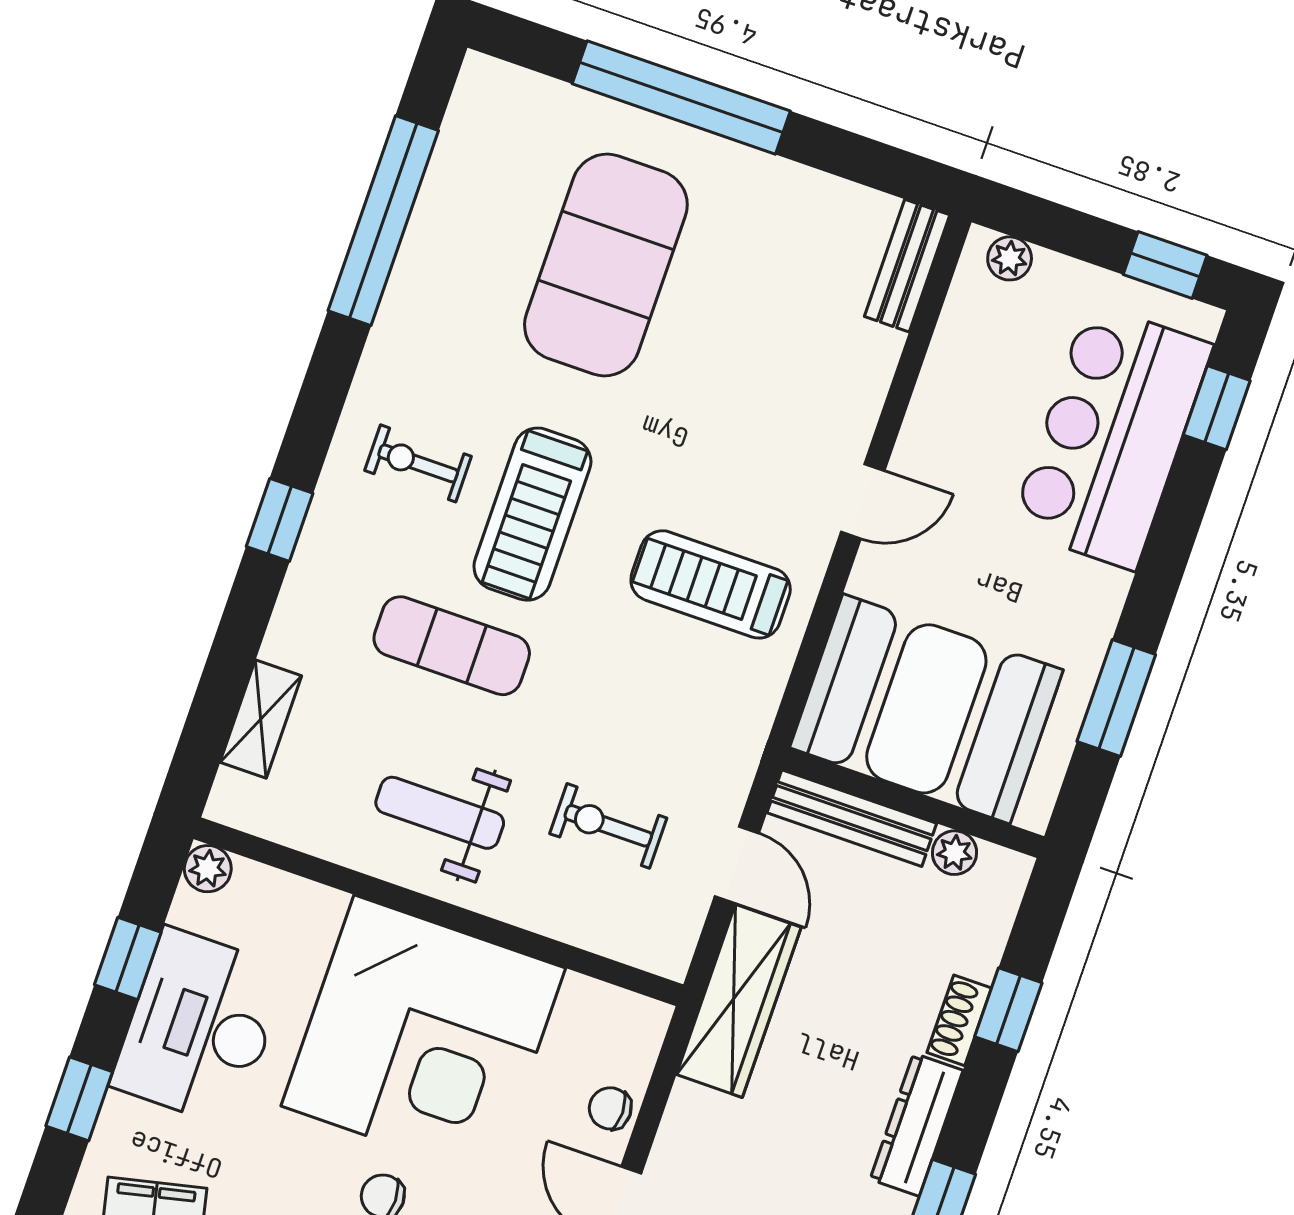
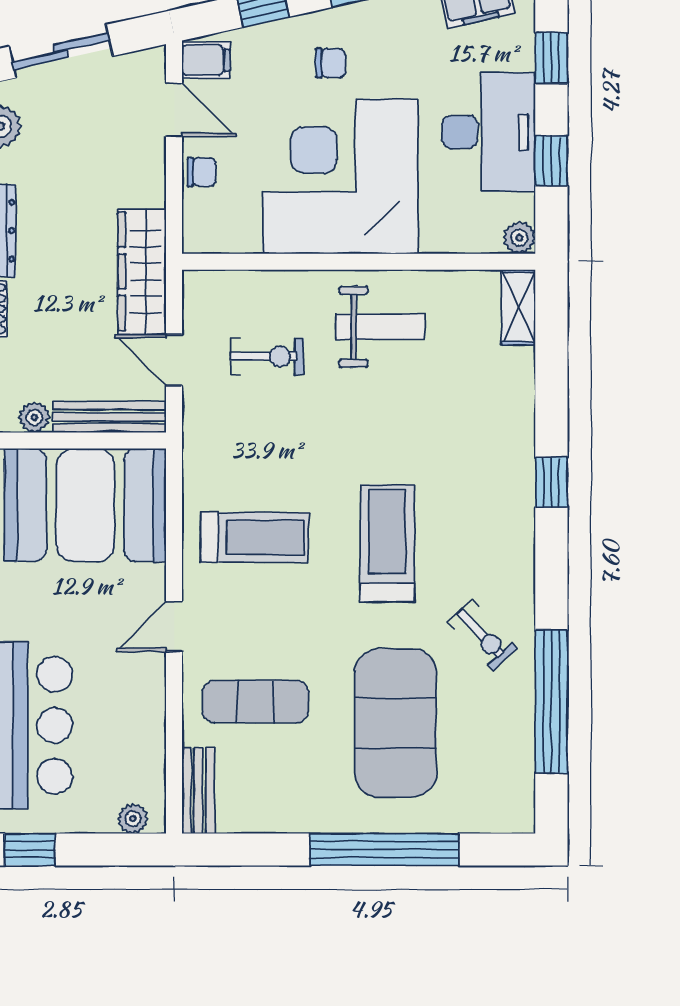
exercise bike: (418, 463) -> (483, 635), moved, turned 47
exercise mat: (452, 646) -> (255, 702), moved
shelving: (261, 719) -> (519, 307), moved

